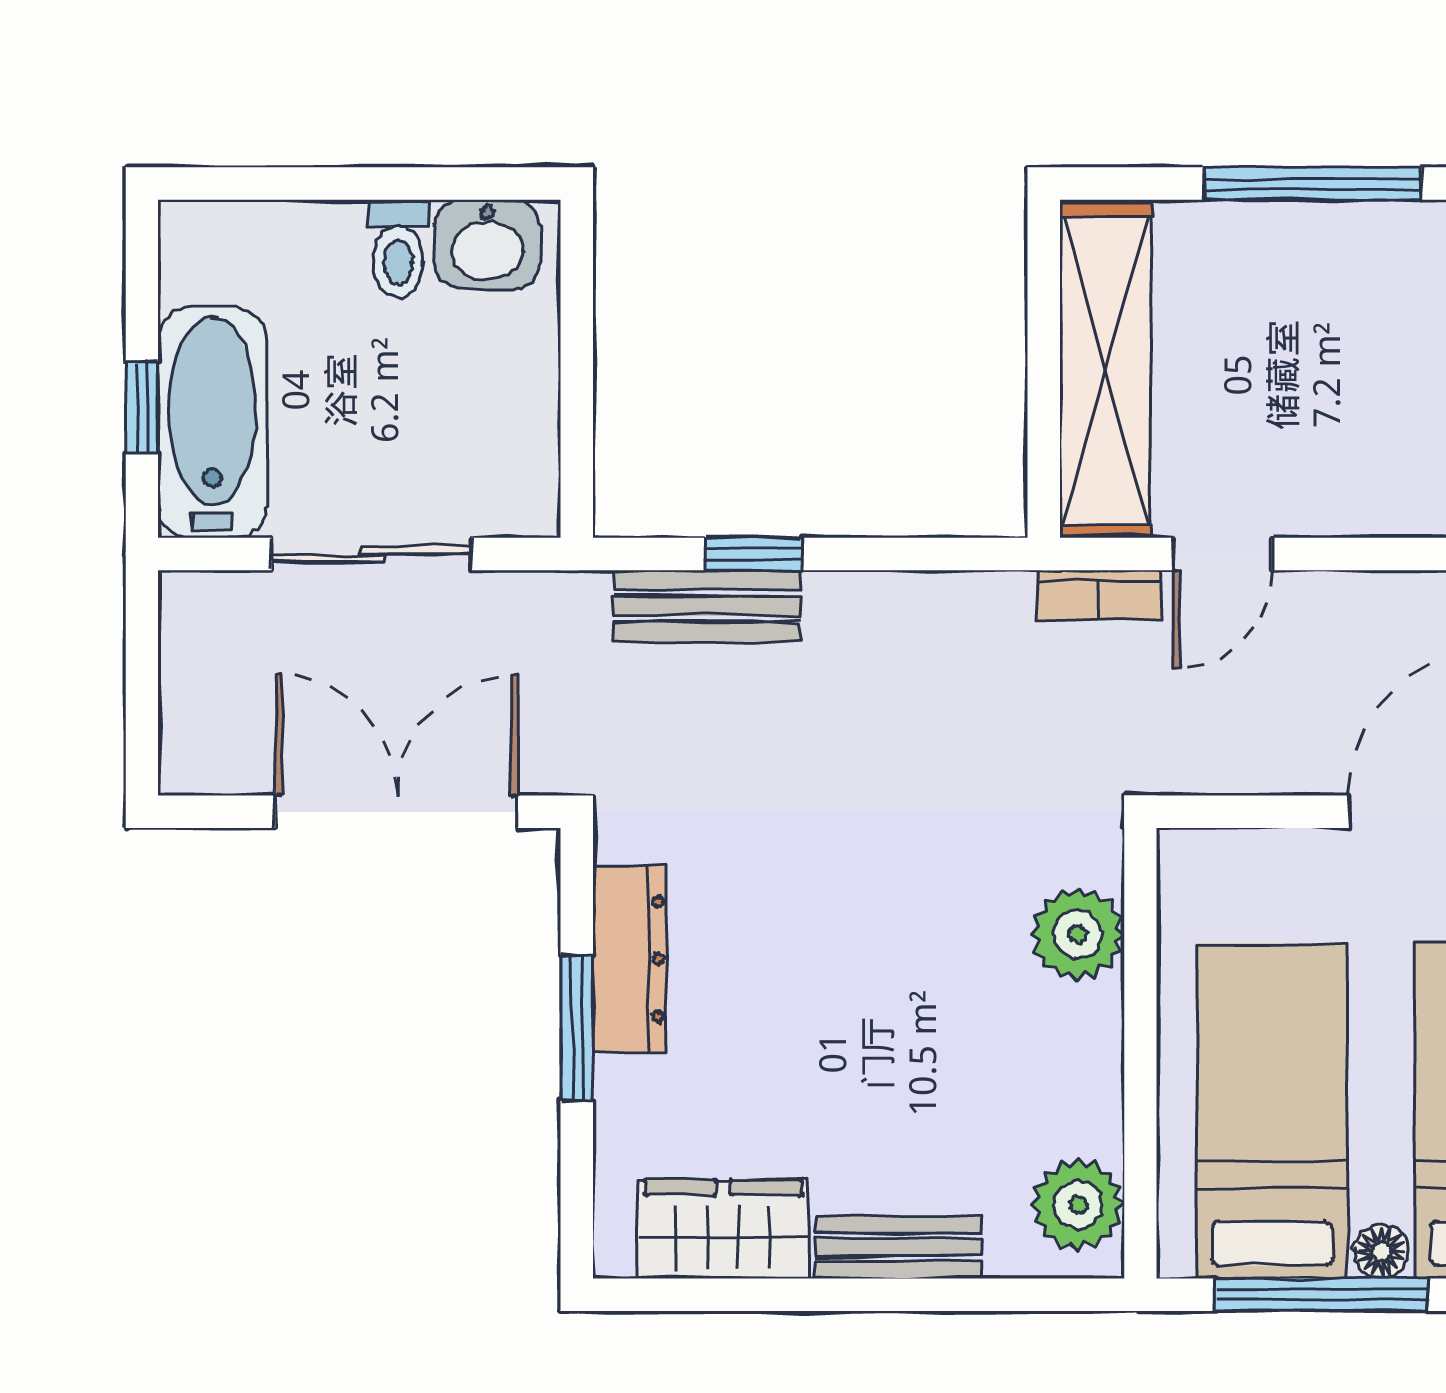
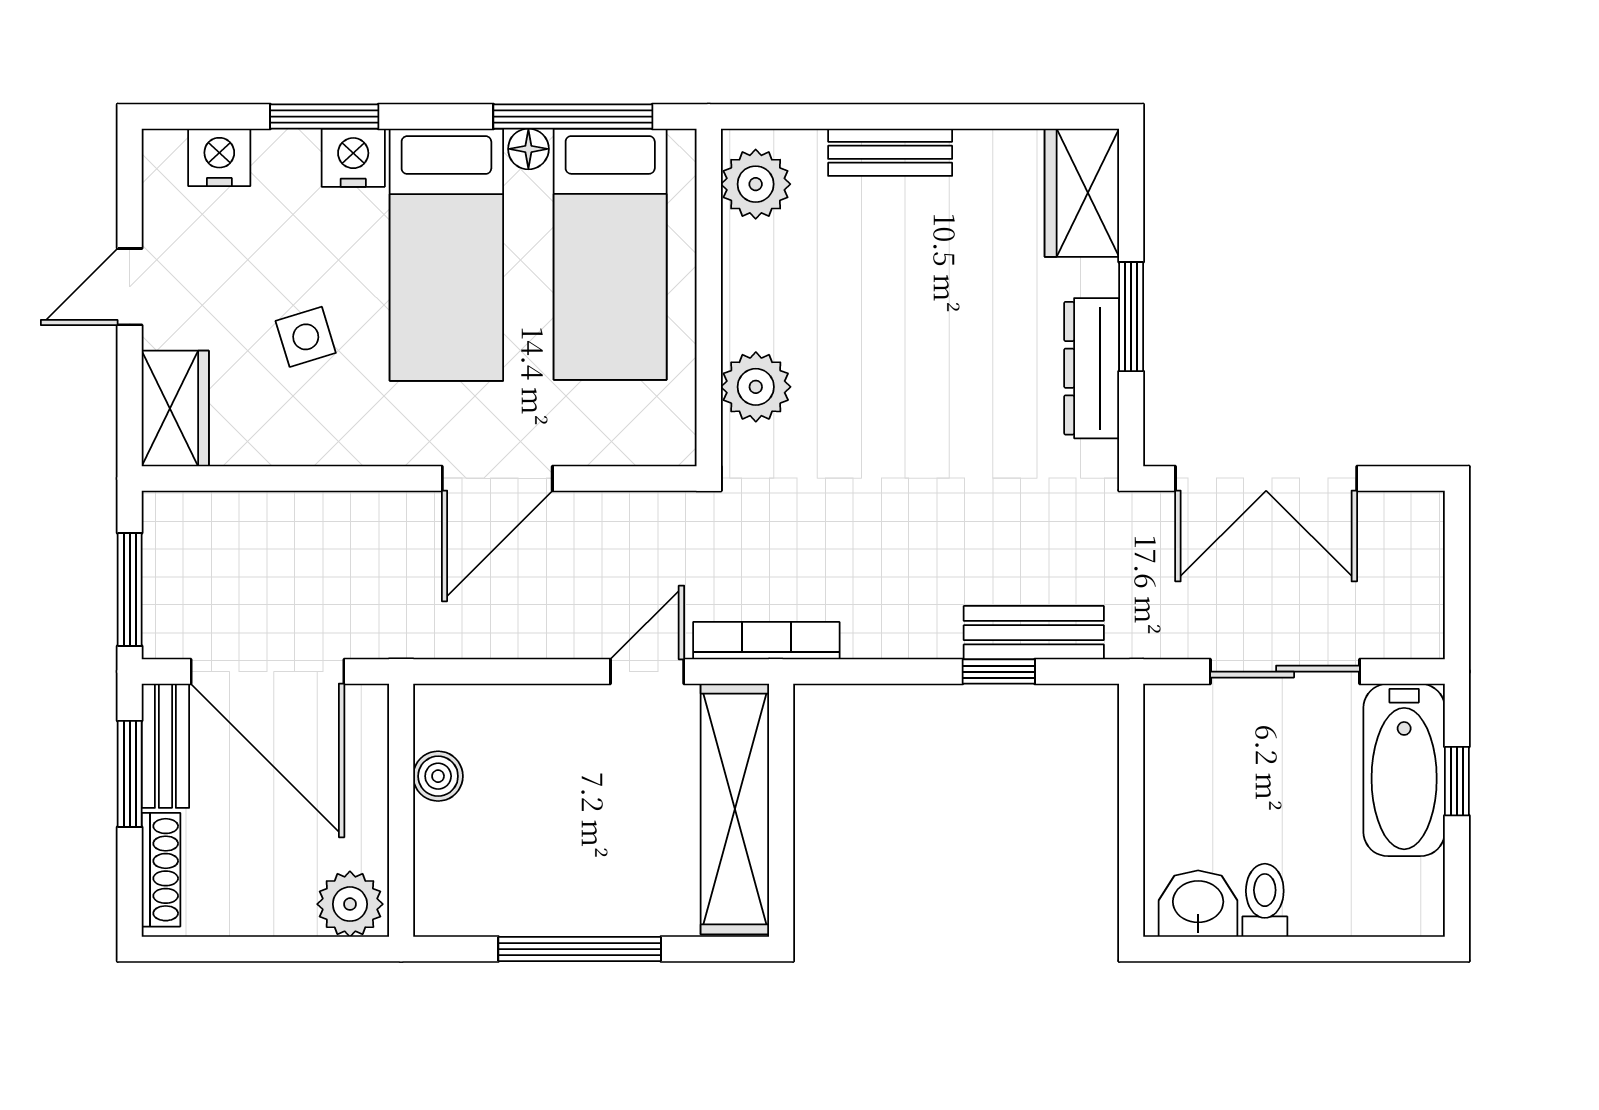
bookcase: (1099, 595) -> (766, 641), width x1.56
wardrobe: (723, 1229) -> (1082, 193), moved, turned 90

